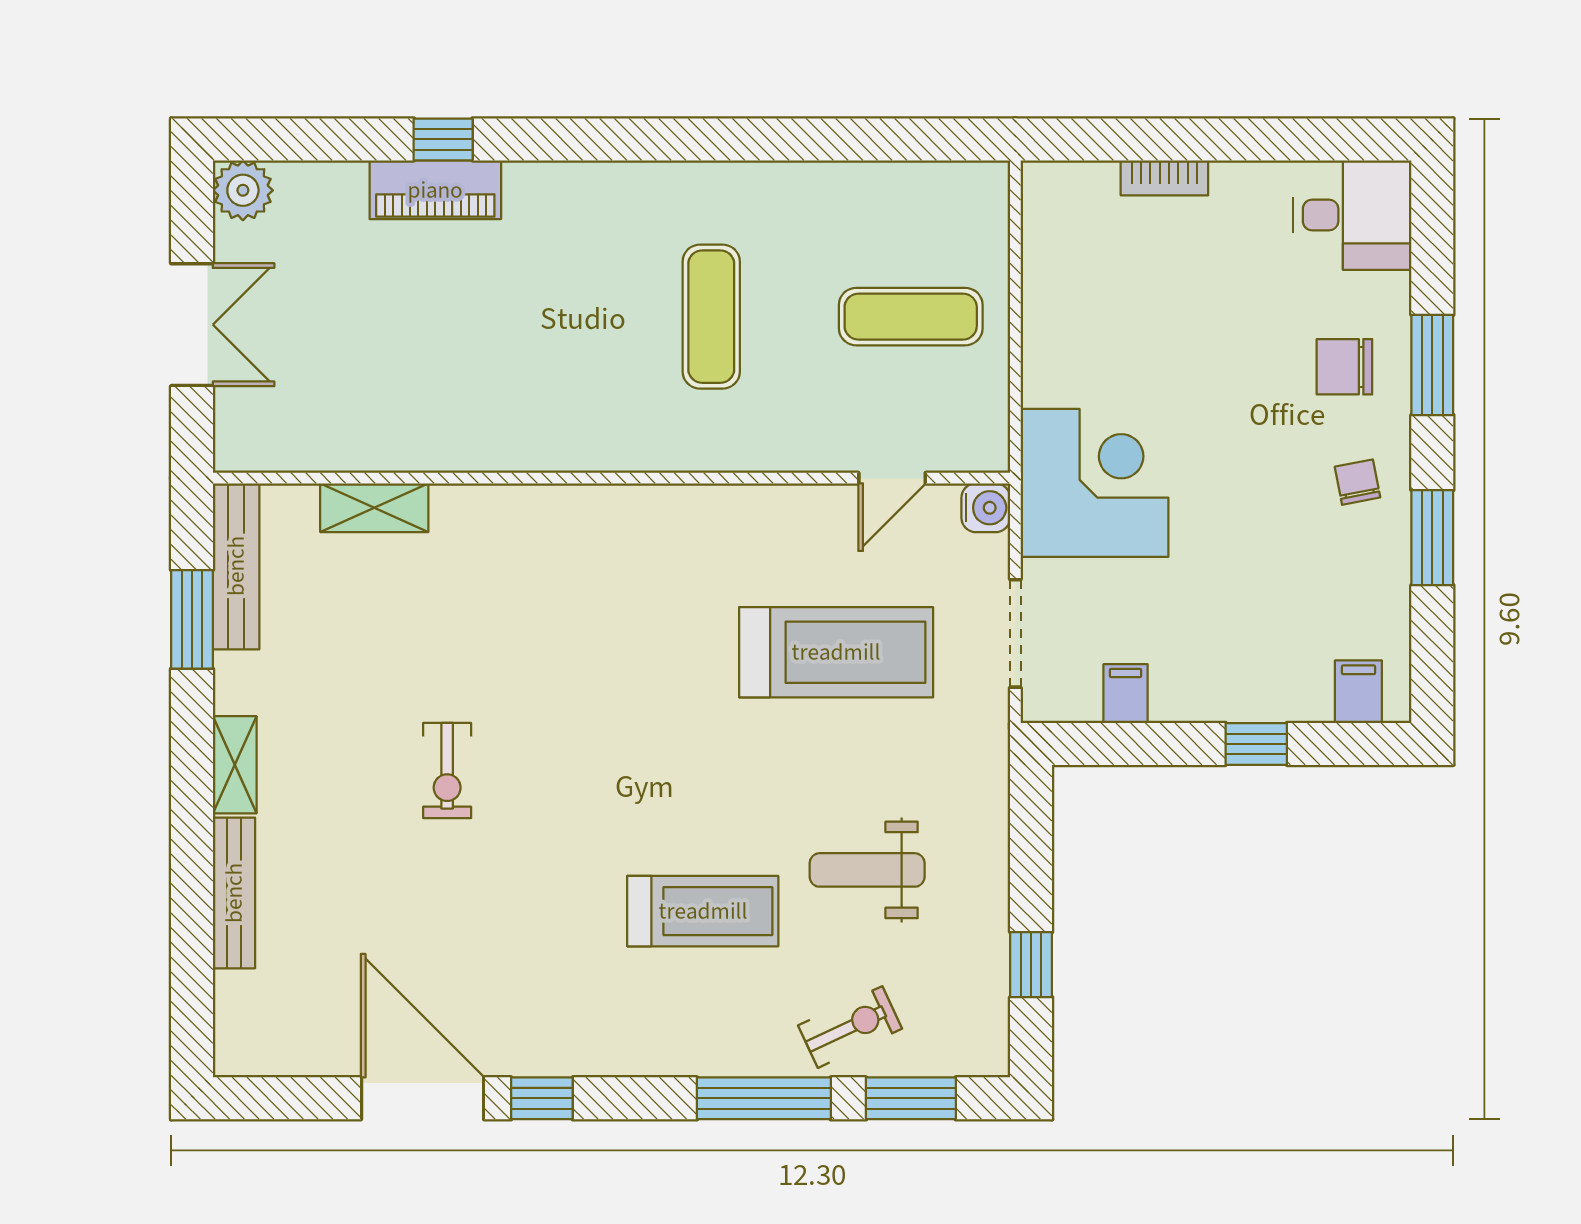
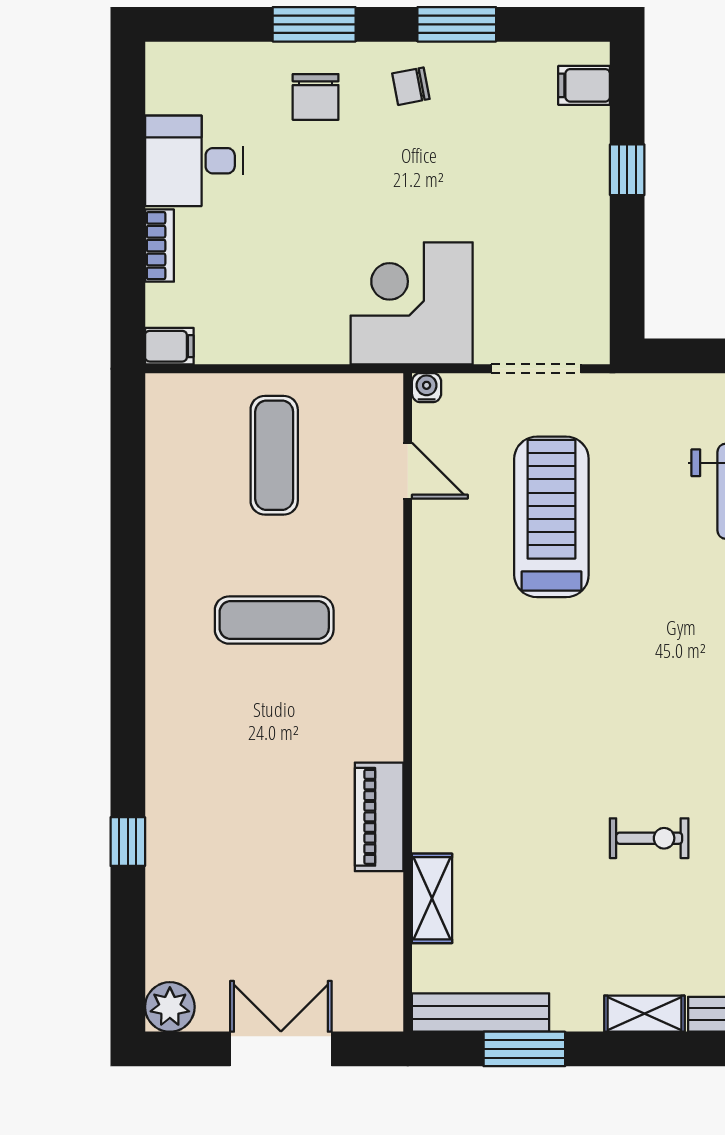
piano: (435, 190) -> (379, 817), moved, turned 180
desk: (1352, 215) -> (194, 161), moved, turned -90
water cooler: (986, 508) -> (427, 388), width x0.72, depth x0.72
filing cabinet: (1126, 694) -> (169, 346), moved, turned 180

